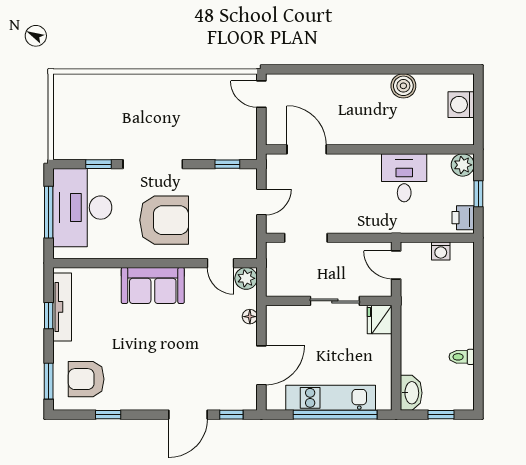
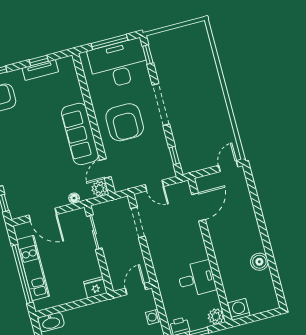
washing machine: (461, 105) -> (239, 309), moved
window: (98, 164) -> (148, 54), moved
sofa: (153, 285) -> (80, 134), width x1.36
sliding door: (335, 301) -> (94, 232), moved
tv unit: (62, 307) -> (40, 70), width x0.71

